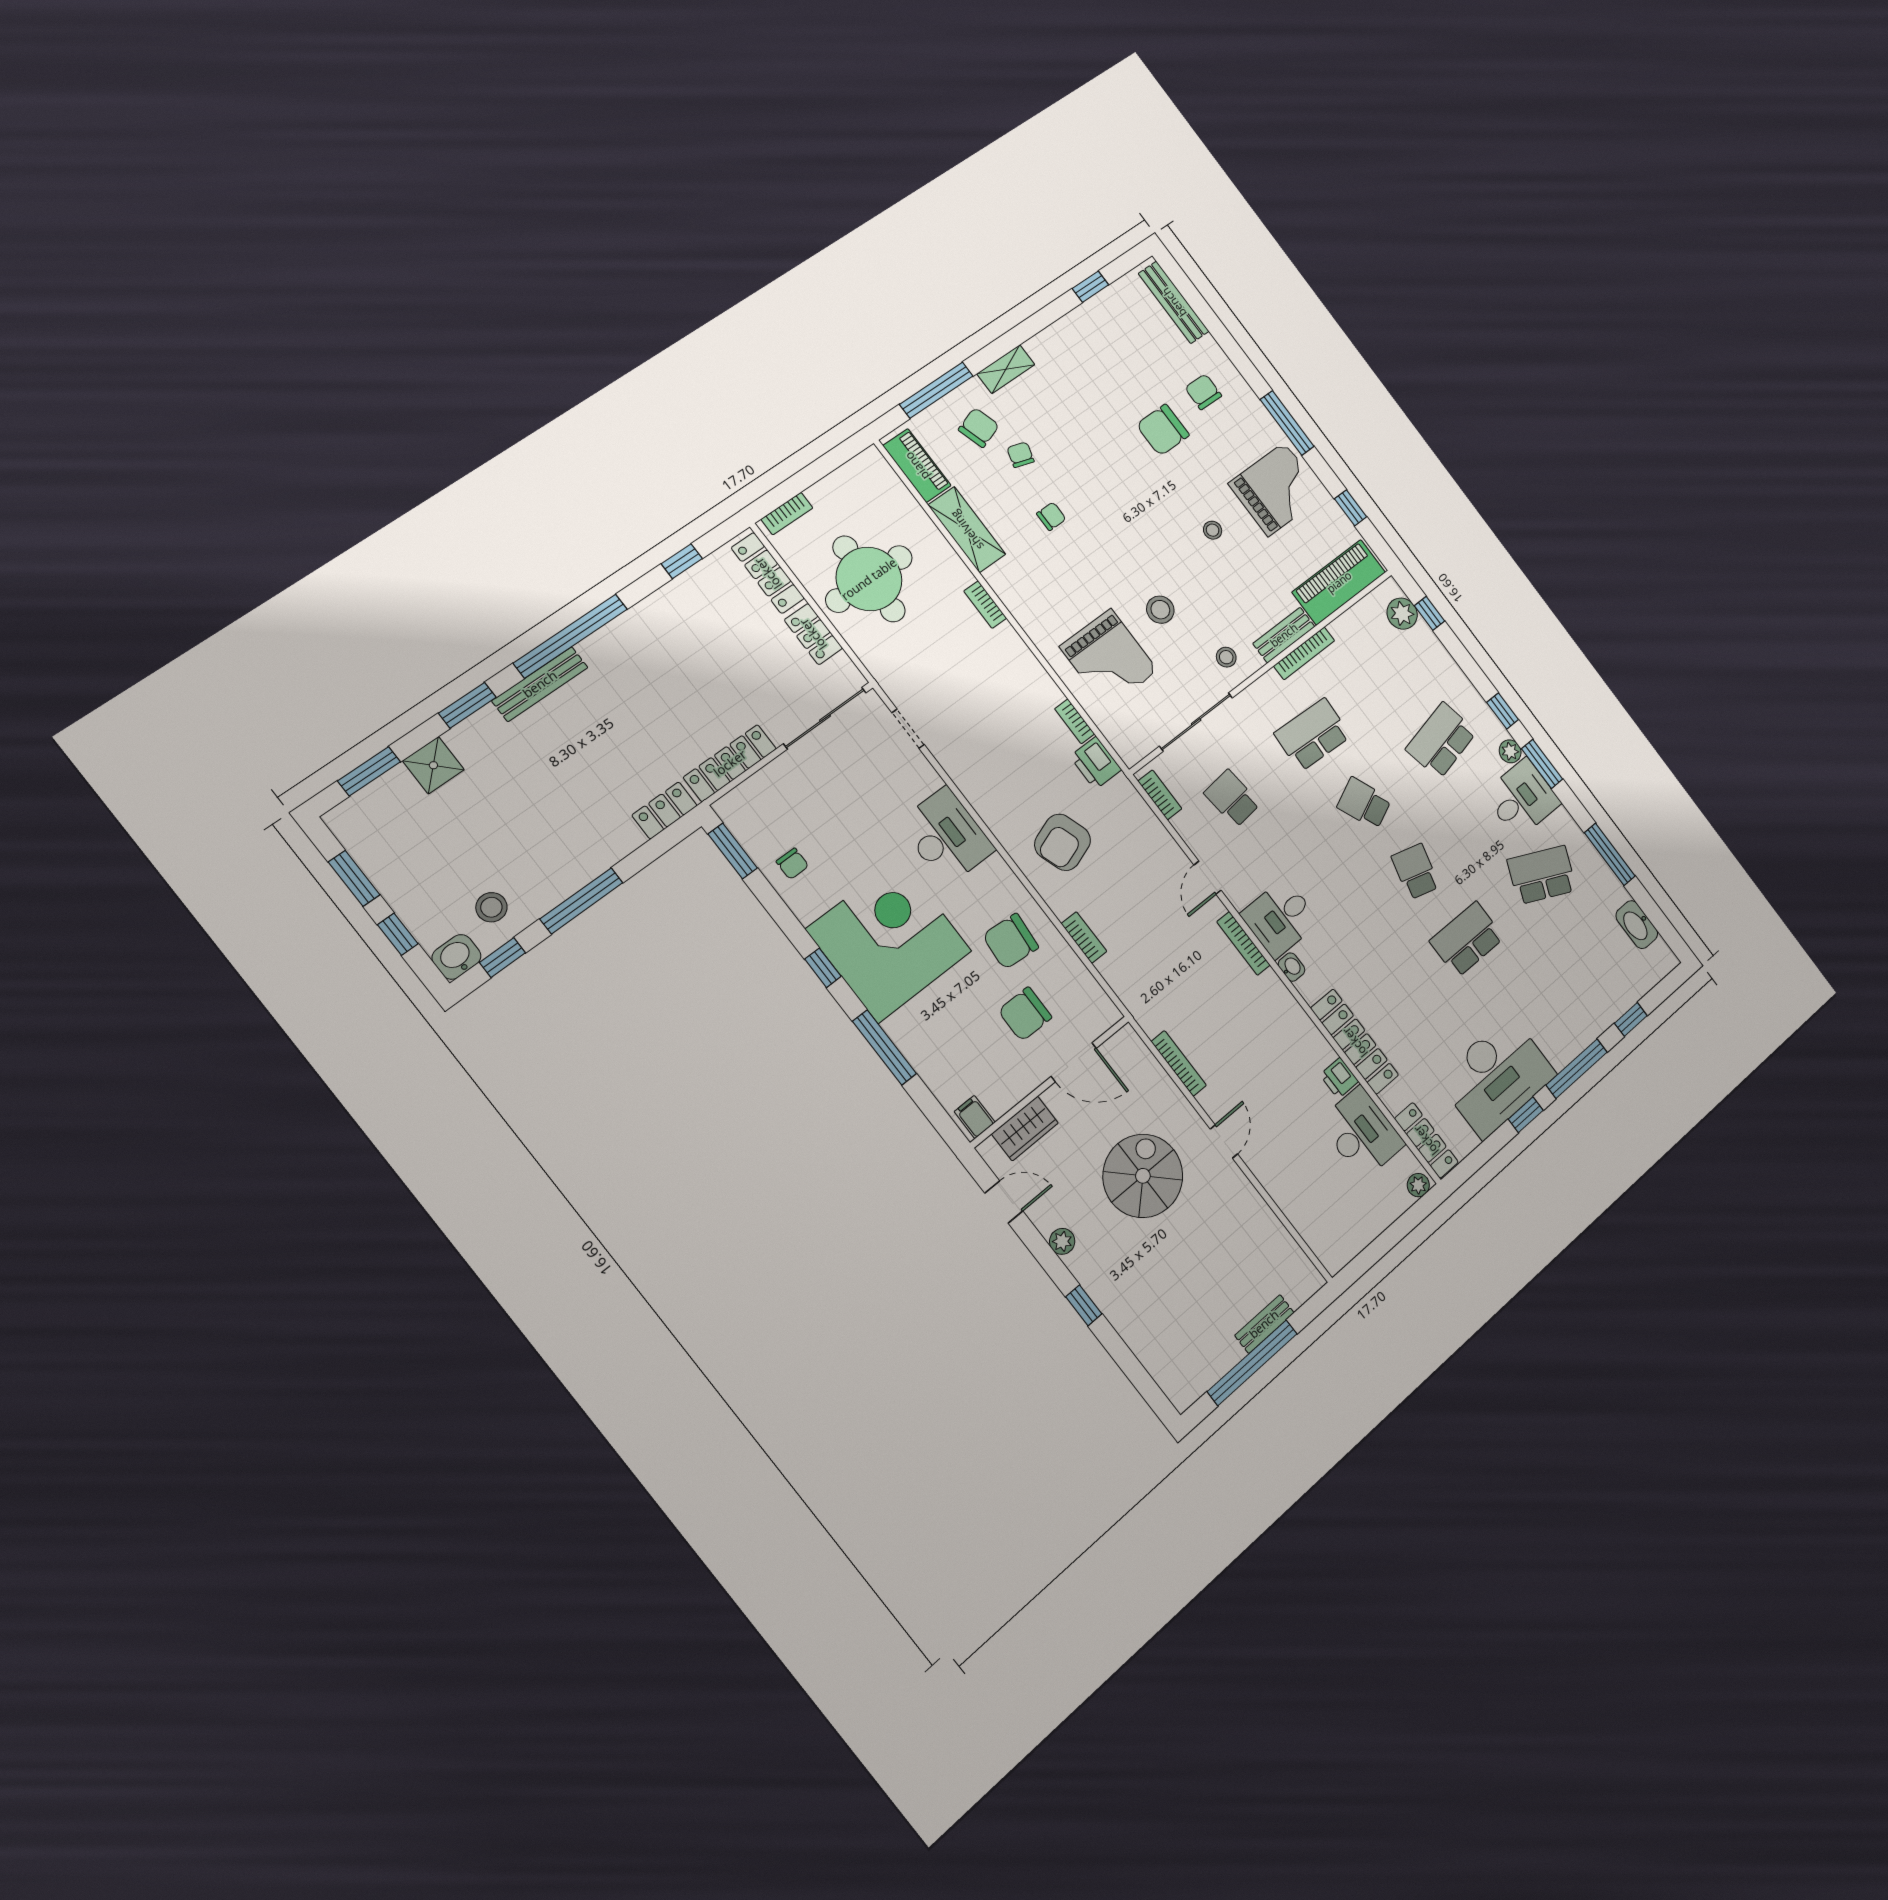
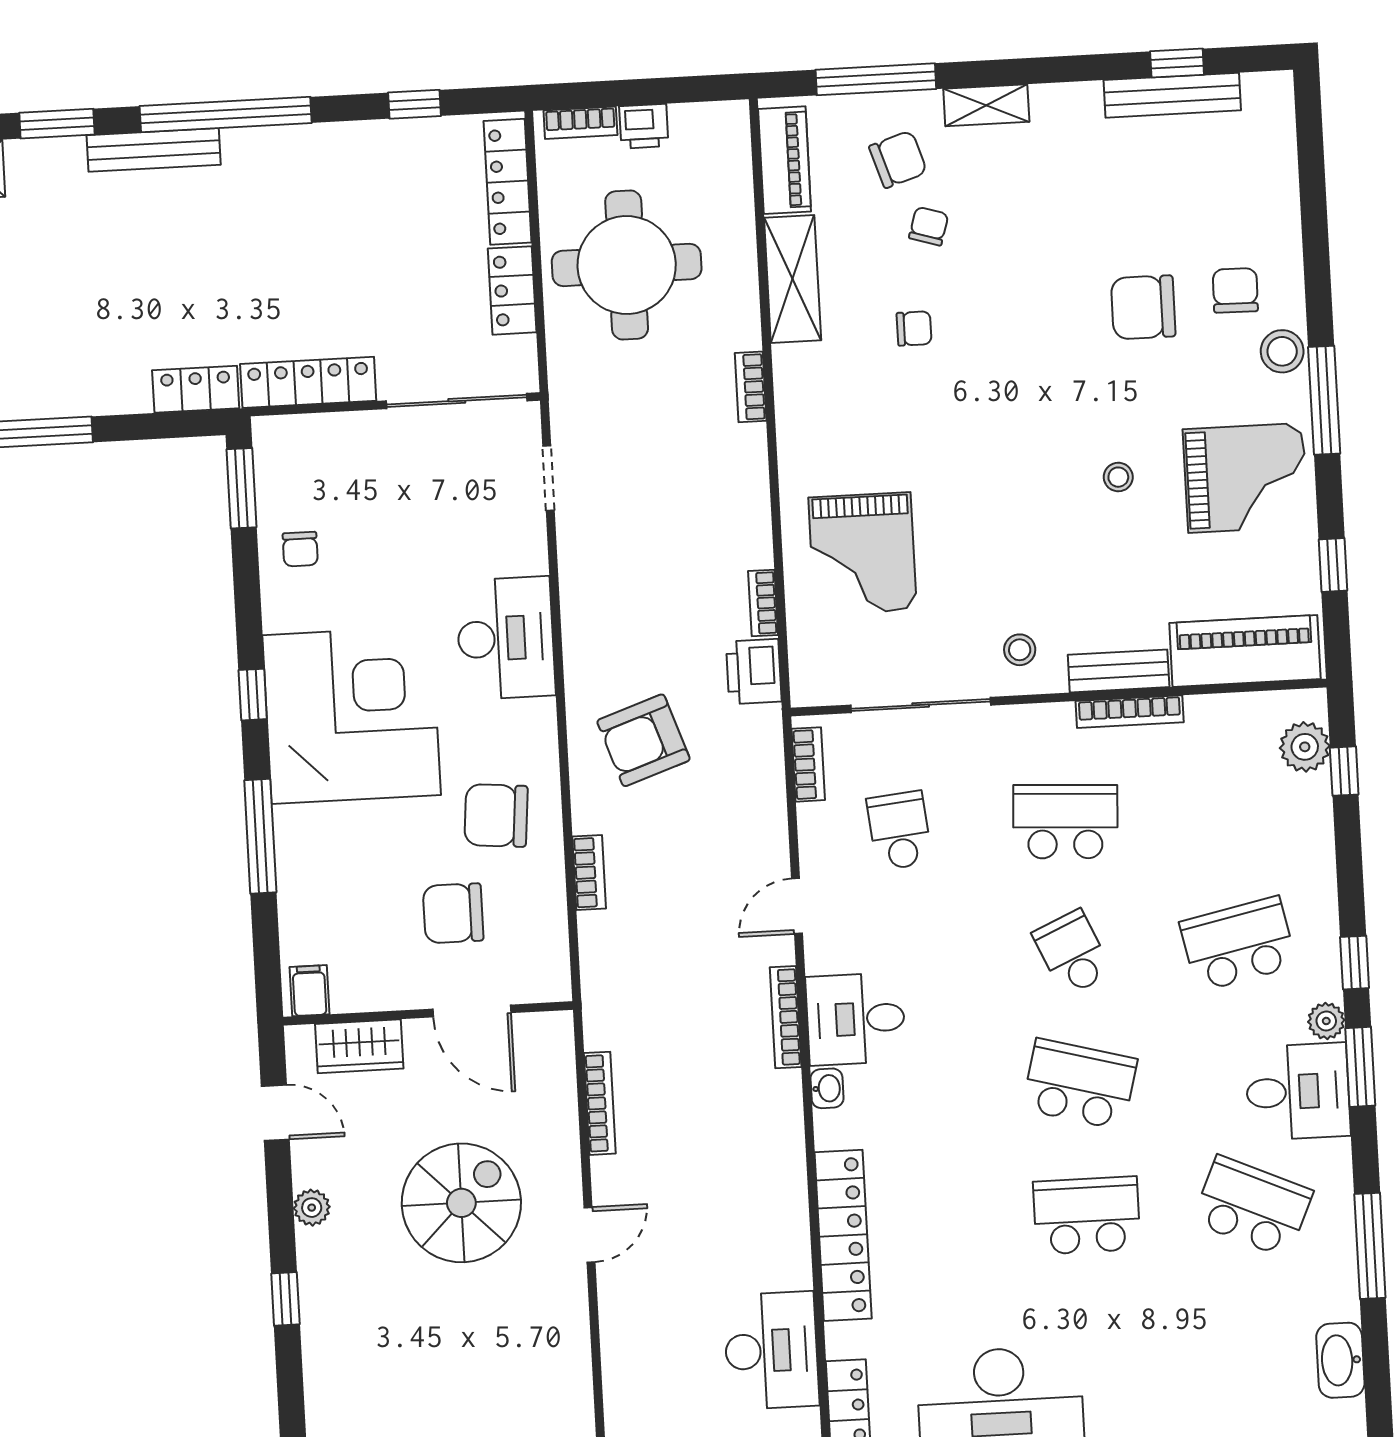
bench: (1174, 302) -> (1172, 95), moved, turned 90
stool: (1160, 610) -> (1282, 351), moved
school desk: (1416, 871) -> (1080, 1084), width x1.85
printer: (1339, 1078) -> (644, 126), moved, turned -90

